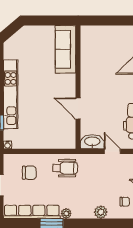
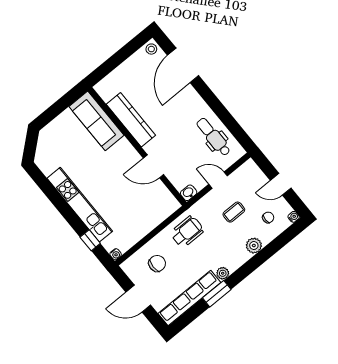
kitchen counter: (88, 67) -> (131, 120), added
washbasin: (92, 142) -> (189, 193), width x0.52, depth x0.69
coffee table: (106, 180) -> (234, 212), added

